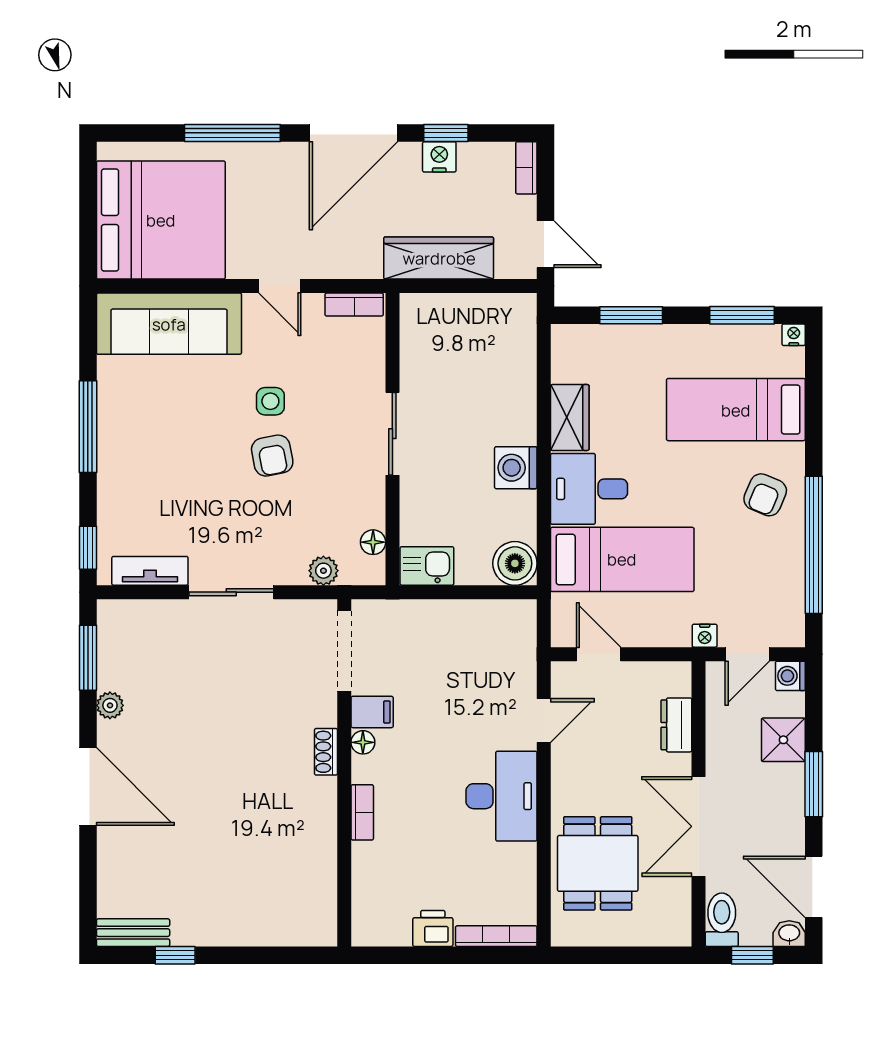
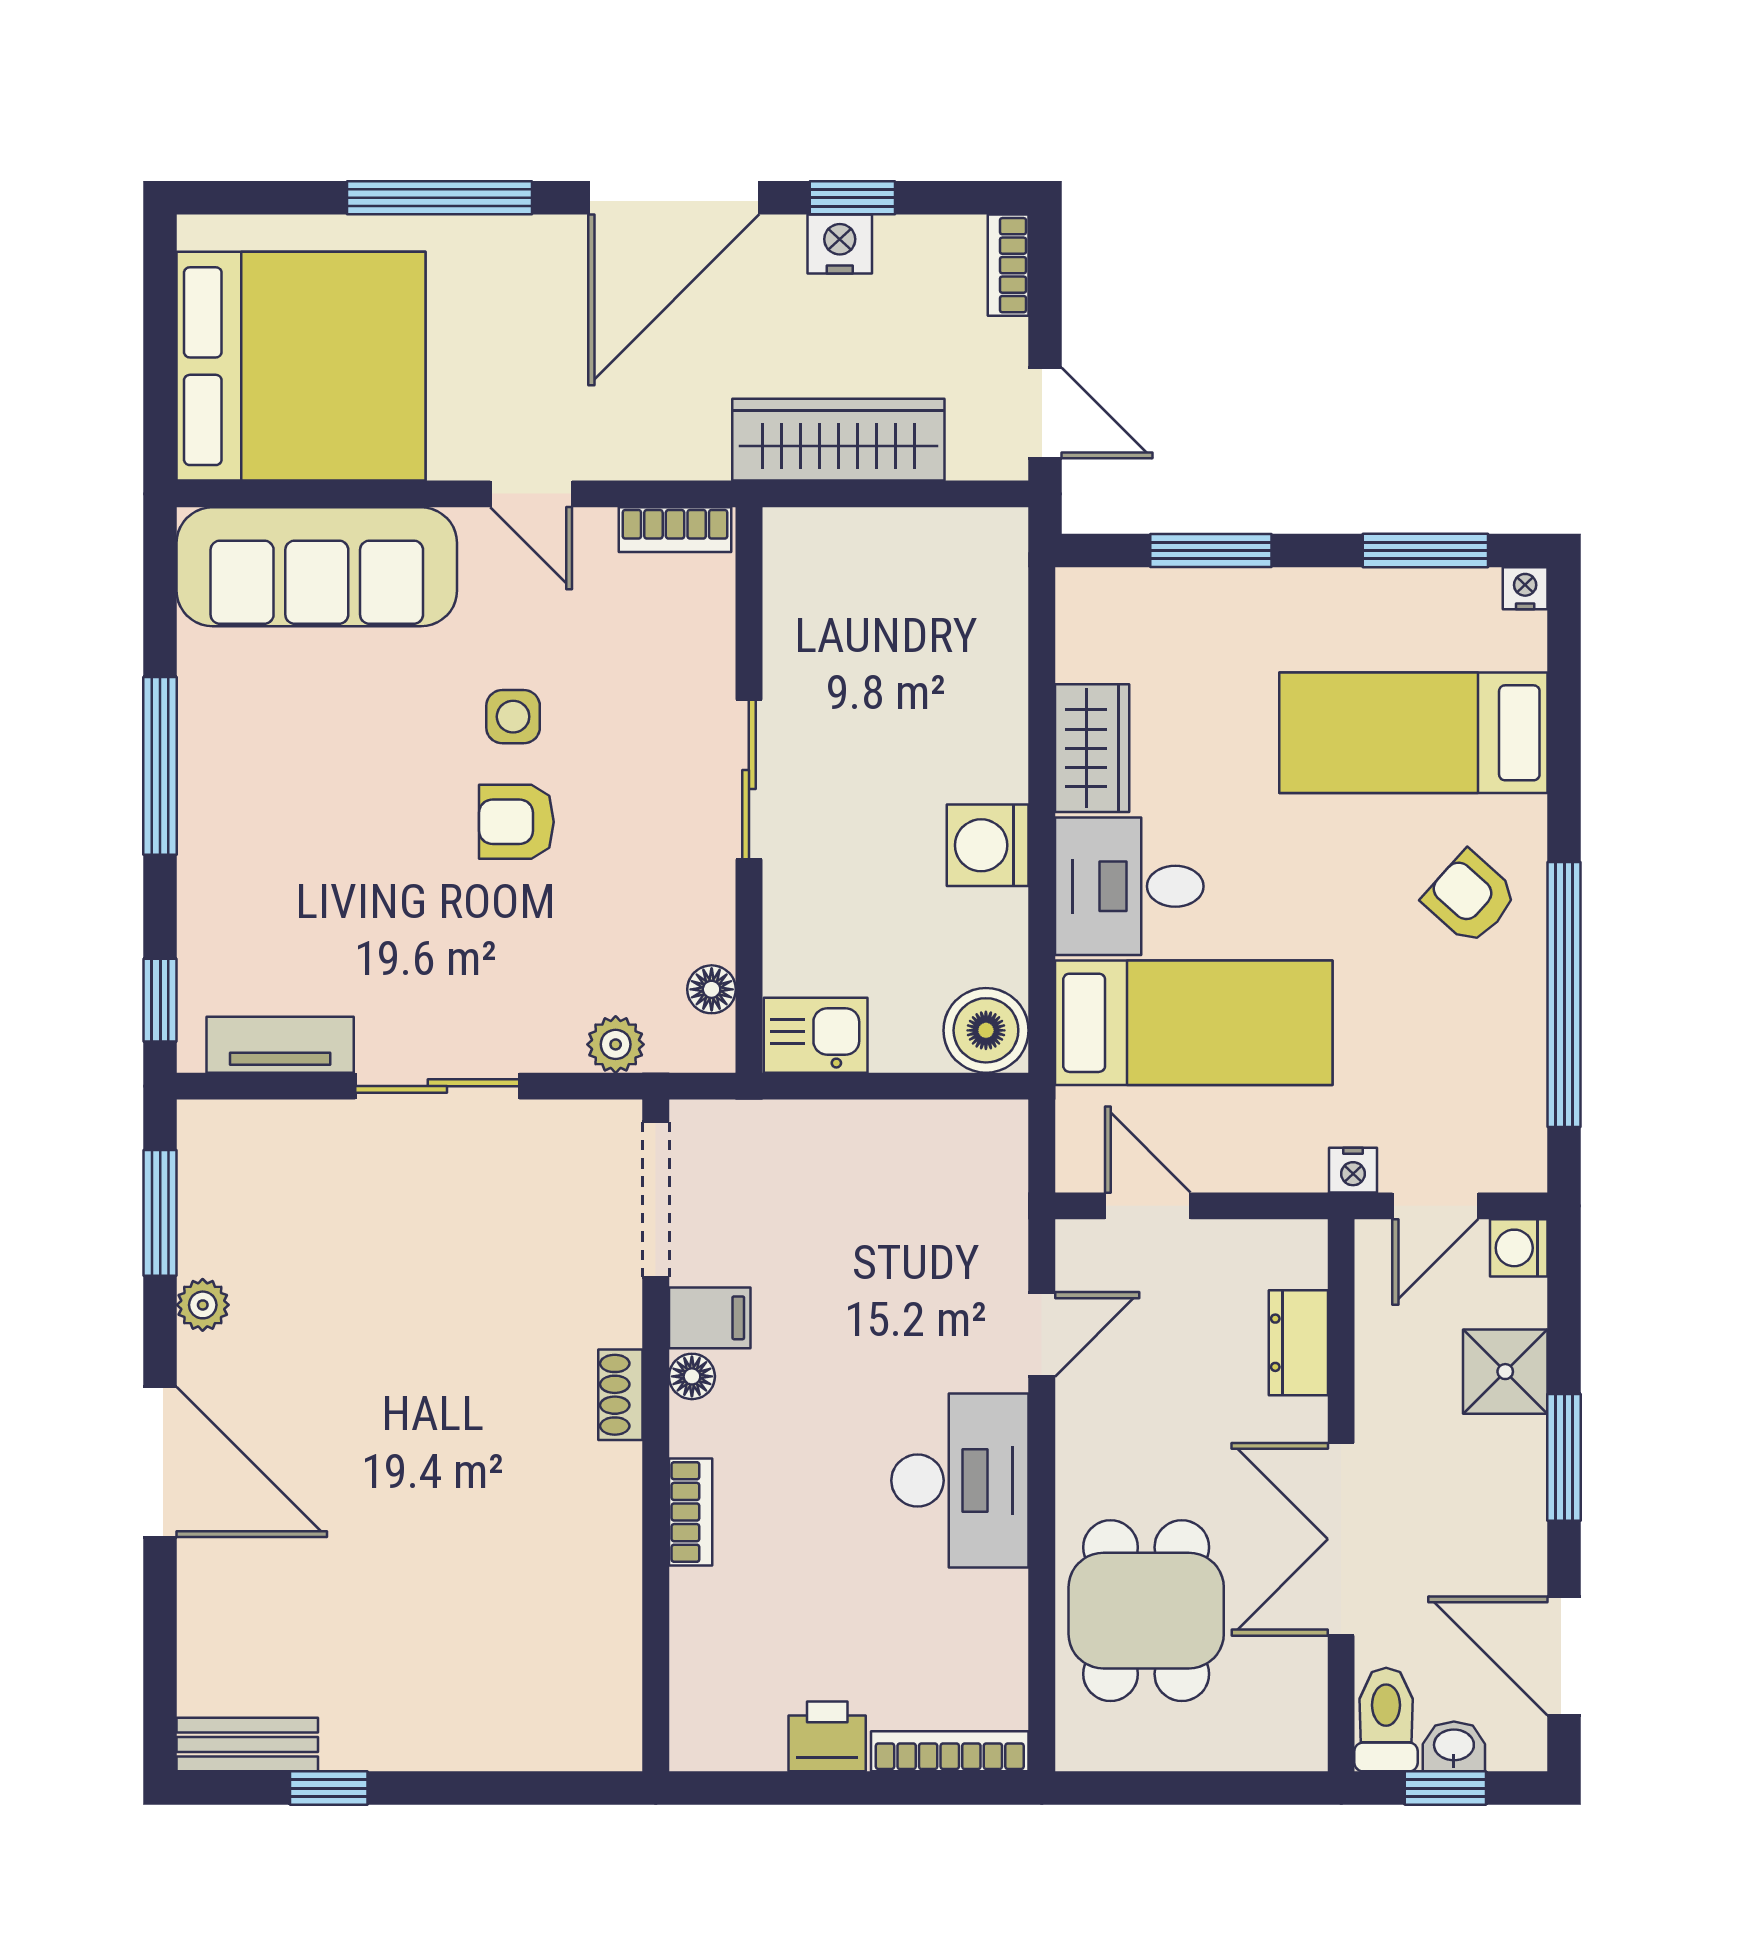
armchair: (272, 456) -> (516, 822), turned 101
armchair: (765, 495) -> (1470, 898), turned 109
washbasin: (789, 934) -> (1454, 1746), moved

